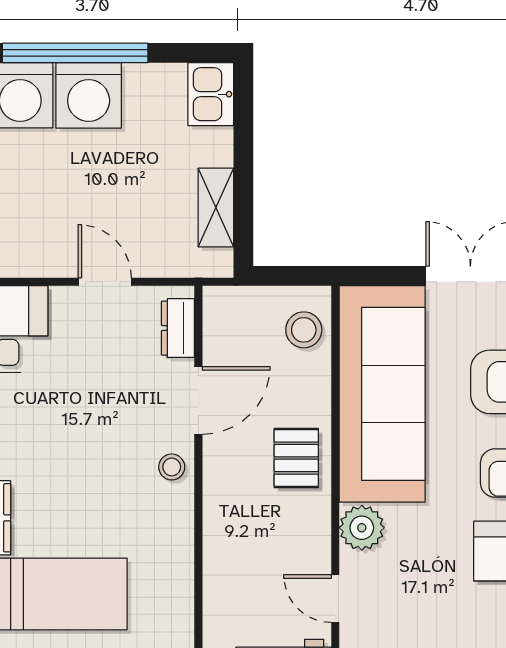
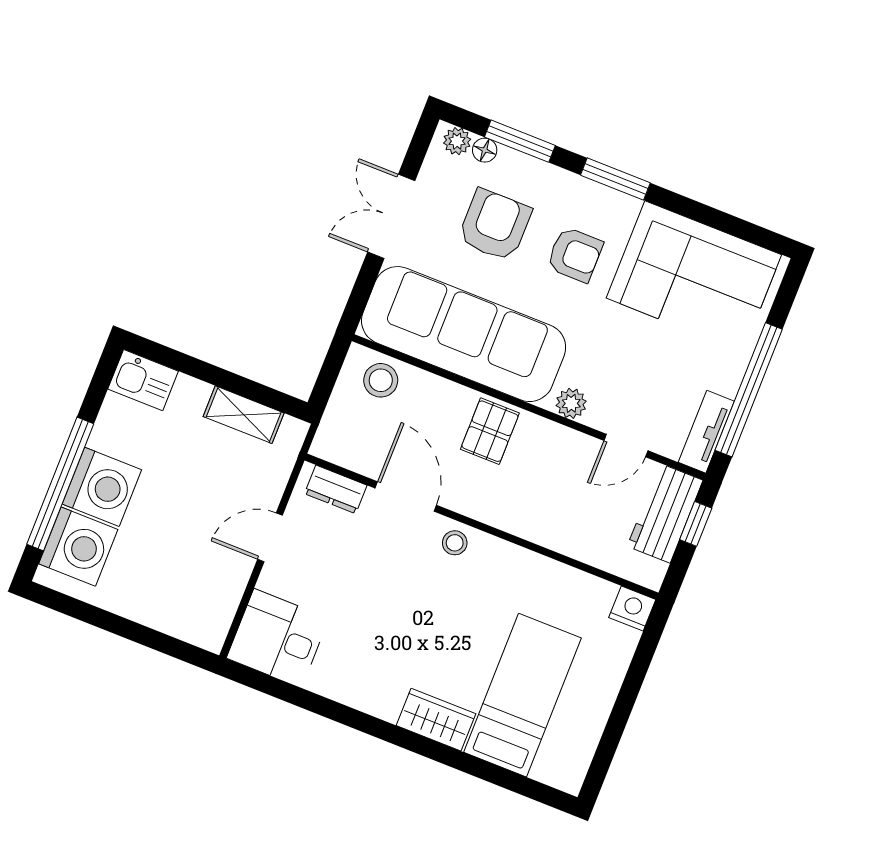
pallet: (296, 458) -> (490, 431), turned 90
plant: (362, 528) -> (571, 403), width x0.73, depth x0.73

